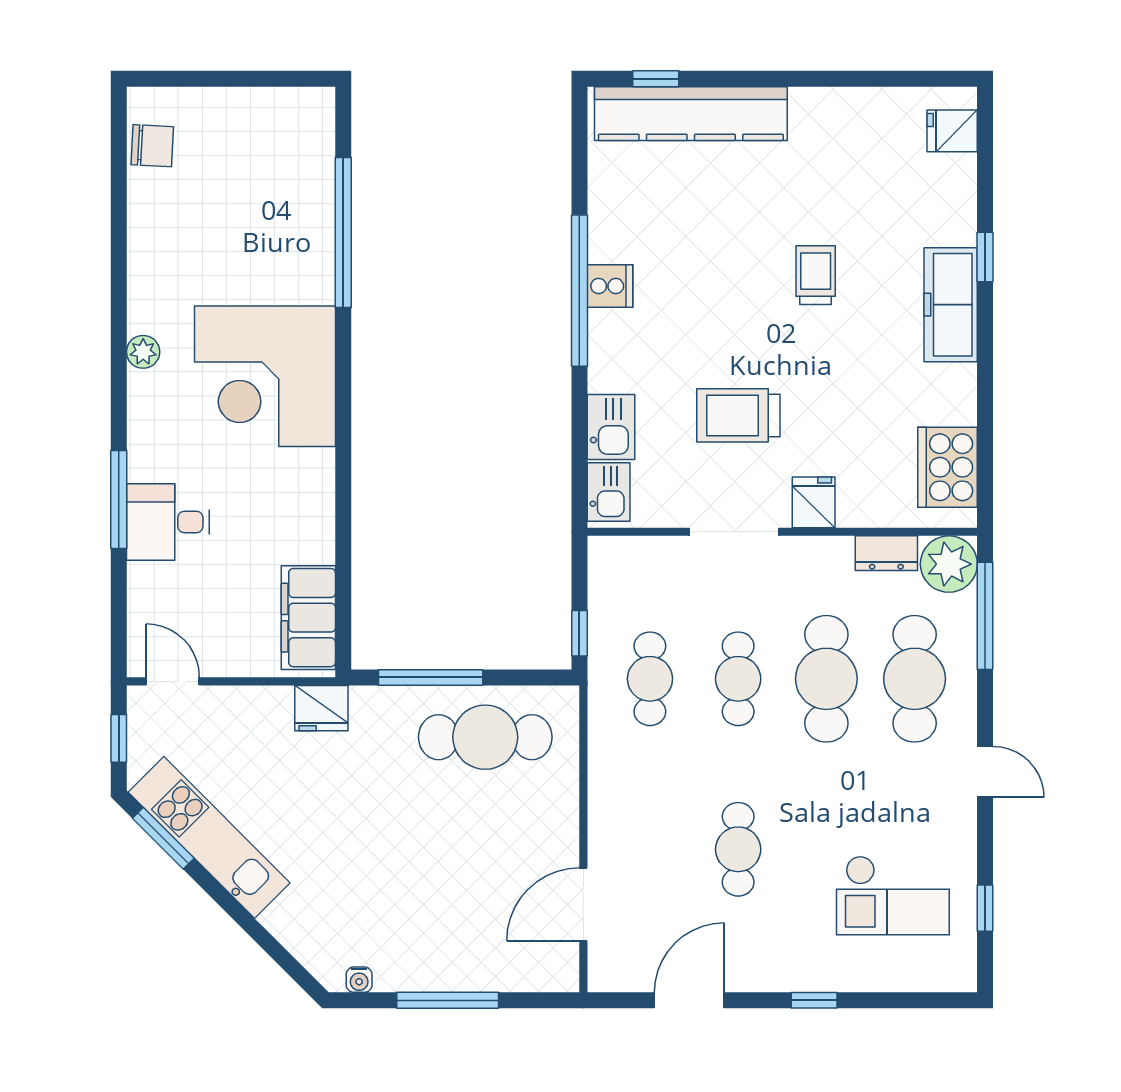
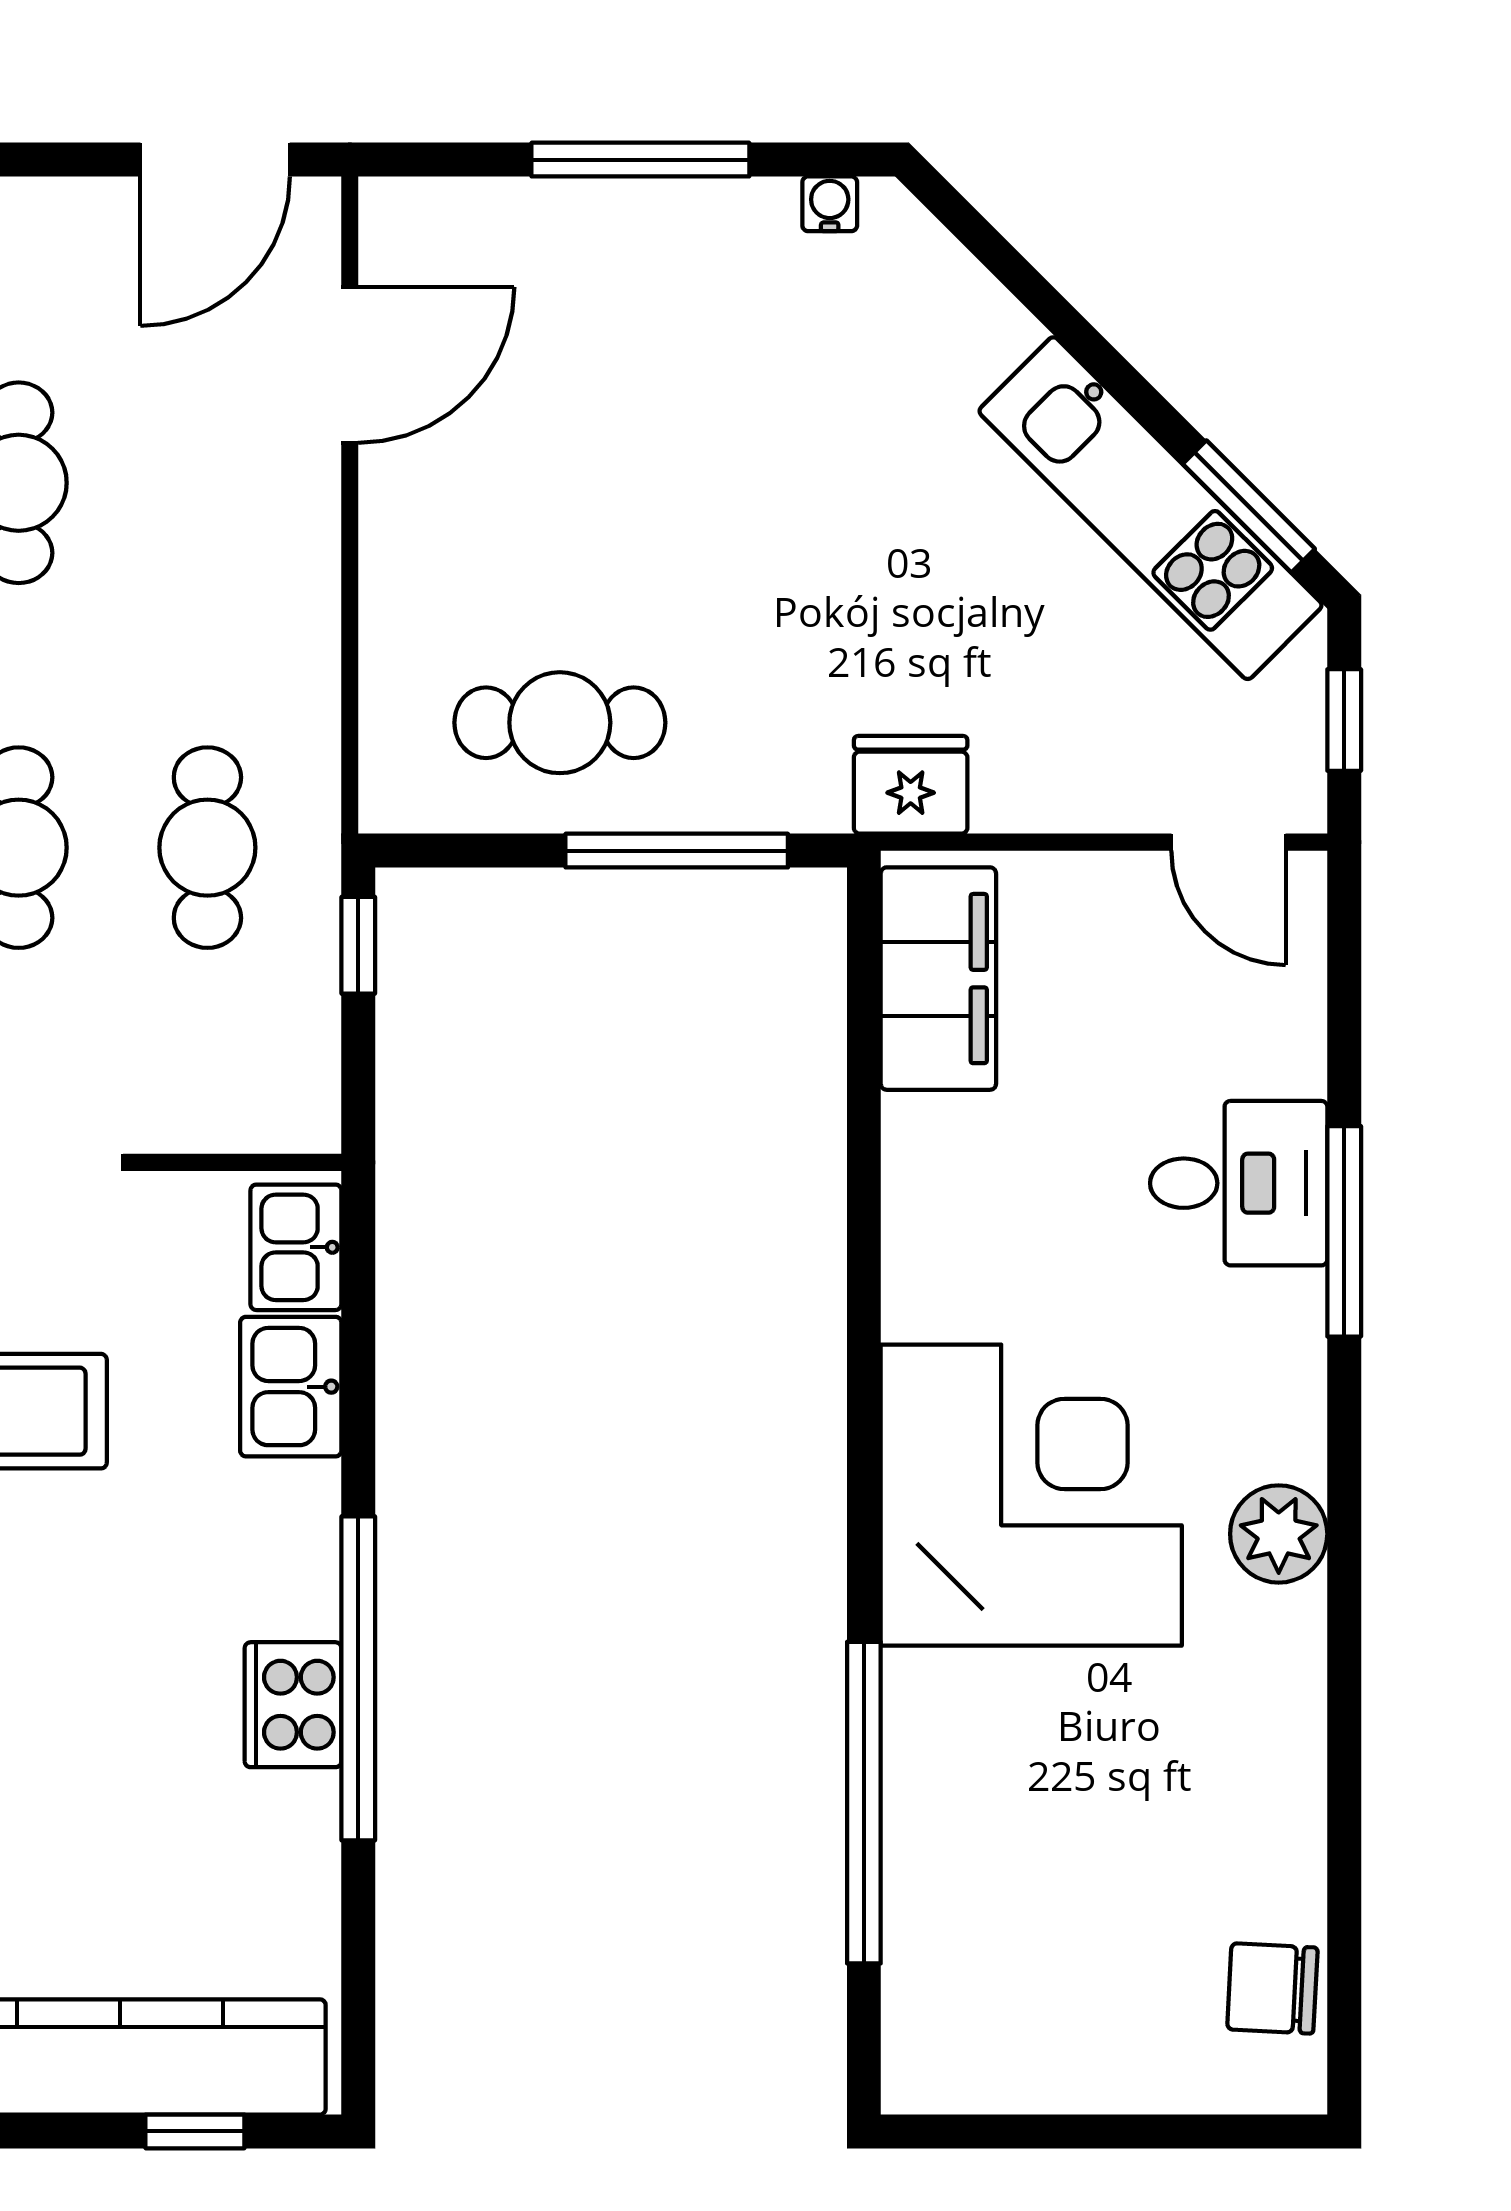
cooker: (610, 286) -> (293, 1705), width x1.36
plant: (143, 352) -> (1279, 1534), width x1.38, depth x1.38
cafe table: (485, 737) -> (560, 723), width x0.73, depth x0.74
door: (689, 1000) -> (215, 160), moved

